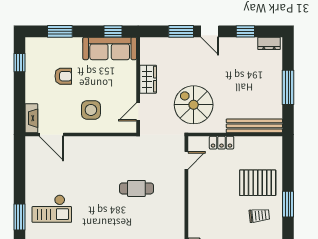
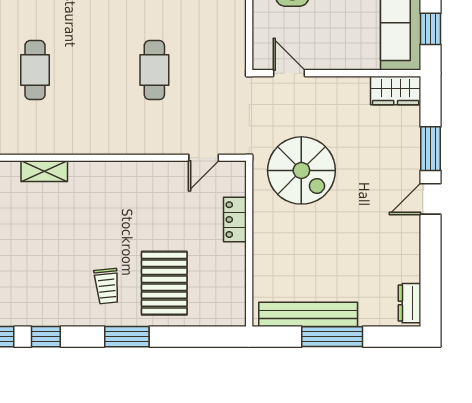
window: (245, 31) -> (430, 262), removed
wardrobe: (148, 79) -> (396, 90), moved
spiral stairs: (194, 105) -> (301, 170), turned 90
bench: (254, 126) -> (308, 314), moved, turned 90
door: (186, 160) -> (204, 158), hinge flipped

